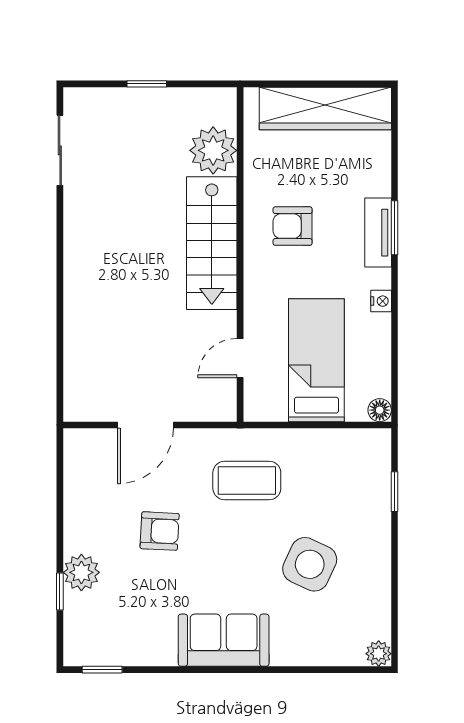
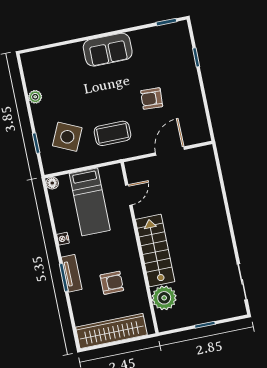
armchair: (293, 226) -> (112, 283), moved
side table: (310, 564) -> (67, 137), moved
plant: (81, 572) -> (187, 69), removed
plant: (379, 654) -> (35, 97), moved

